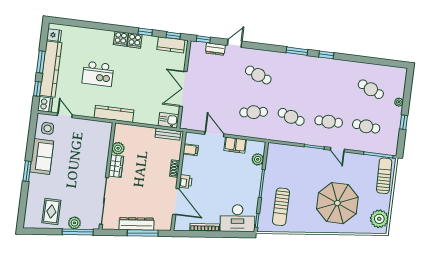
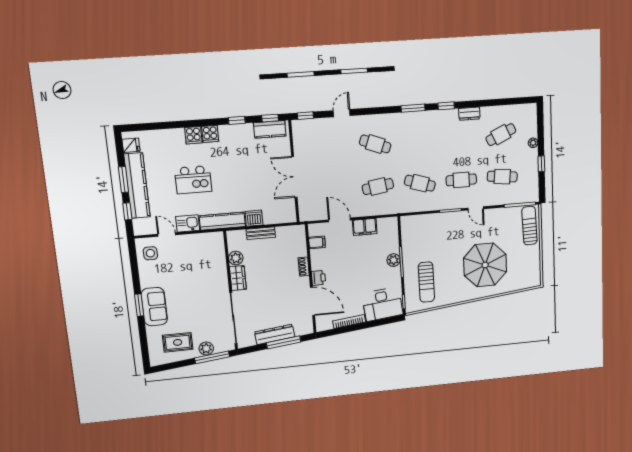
cooker: (135, 41) -> (193, 135), moved
dresser: (215, 49) -> (469, 114), moved
cafe table: (371, 89) -> (501, 135), turned -48
dishwasher: (45, 104) -> (254, 218), moved, turned -90
kitchen sink: (168, 120) -> (188, 223), moved
bench: (168, 134) -> (261, 233), moved
sofa: (42, 157) -> (154, 307), moved
plant: (258, 159) -> (394, 260), moved
rug: (51, 212) -> (178, 342), turned 90
plant: (379, 219) -> (531, 272), removed

